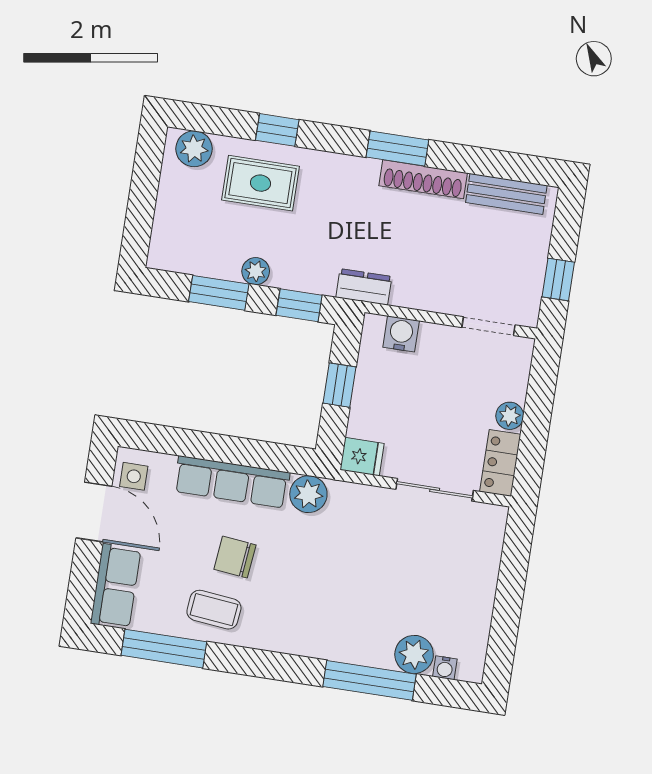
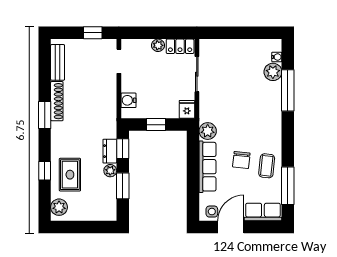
dresser: (364, 287) -> (110, 151), moved

